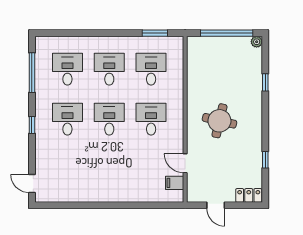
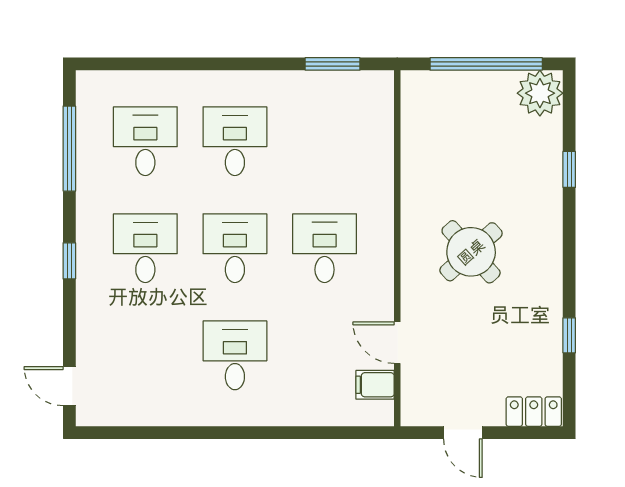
plant: (257, 42) -> (540, 93), width x1.87, depth x1.87
desk: (151, 69) -> (235, 355), moved
round table: (219, 121) -> (471, 252), turned 35

